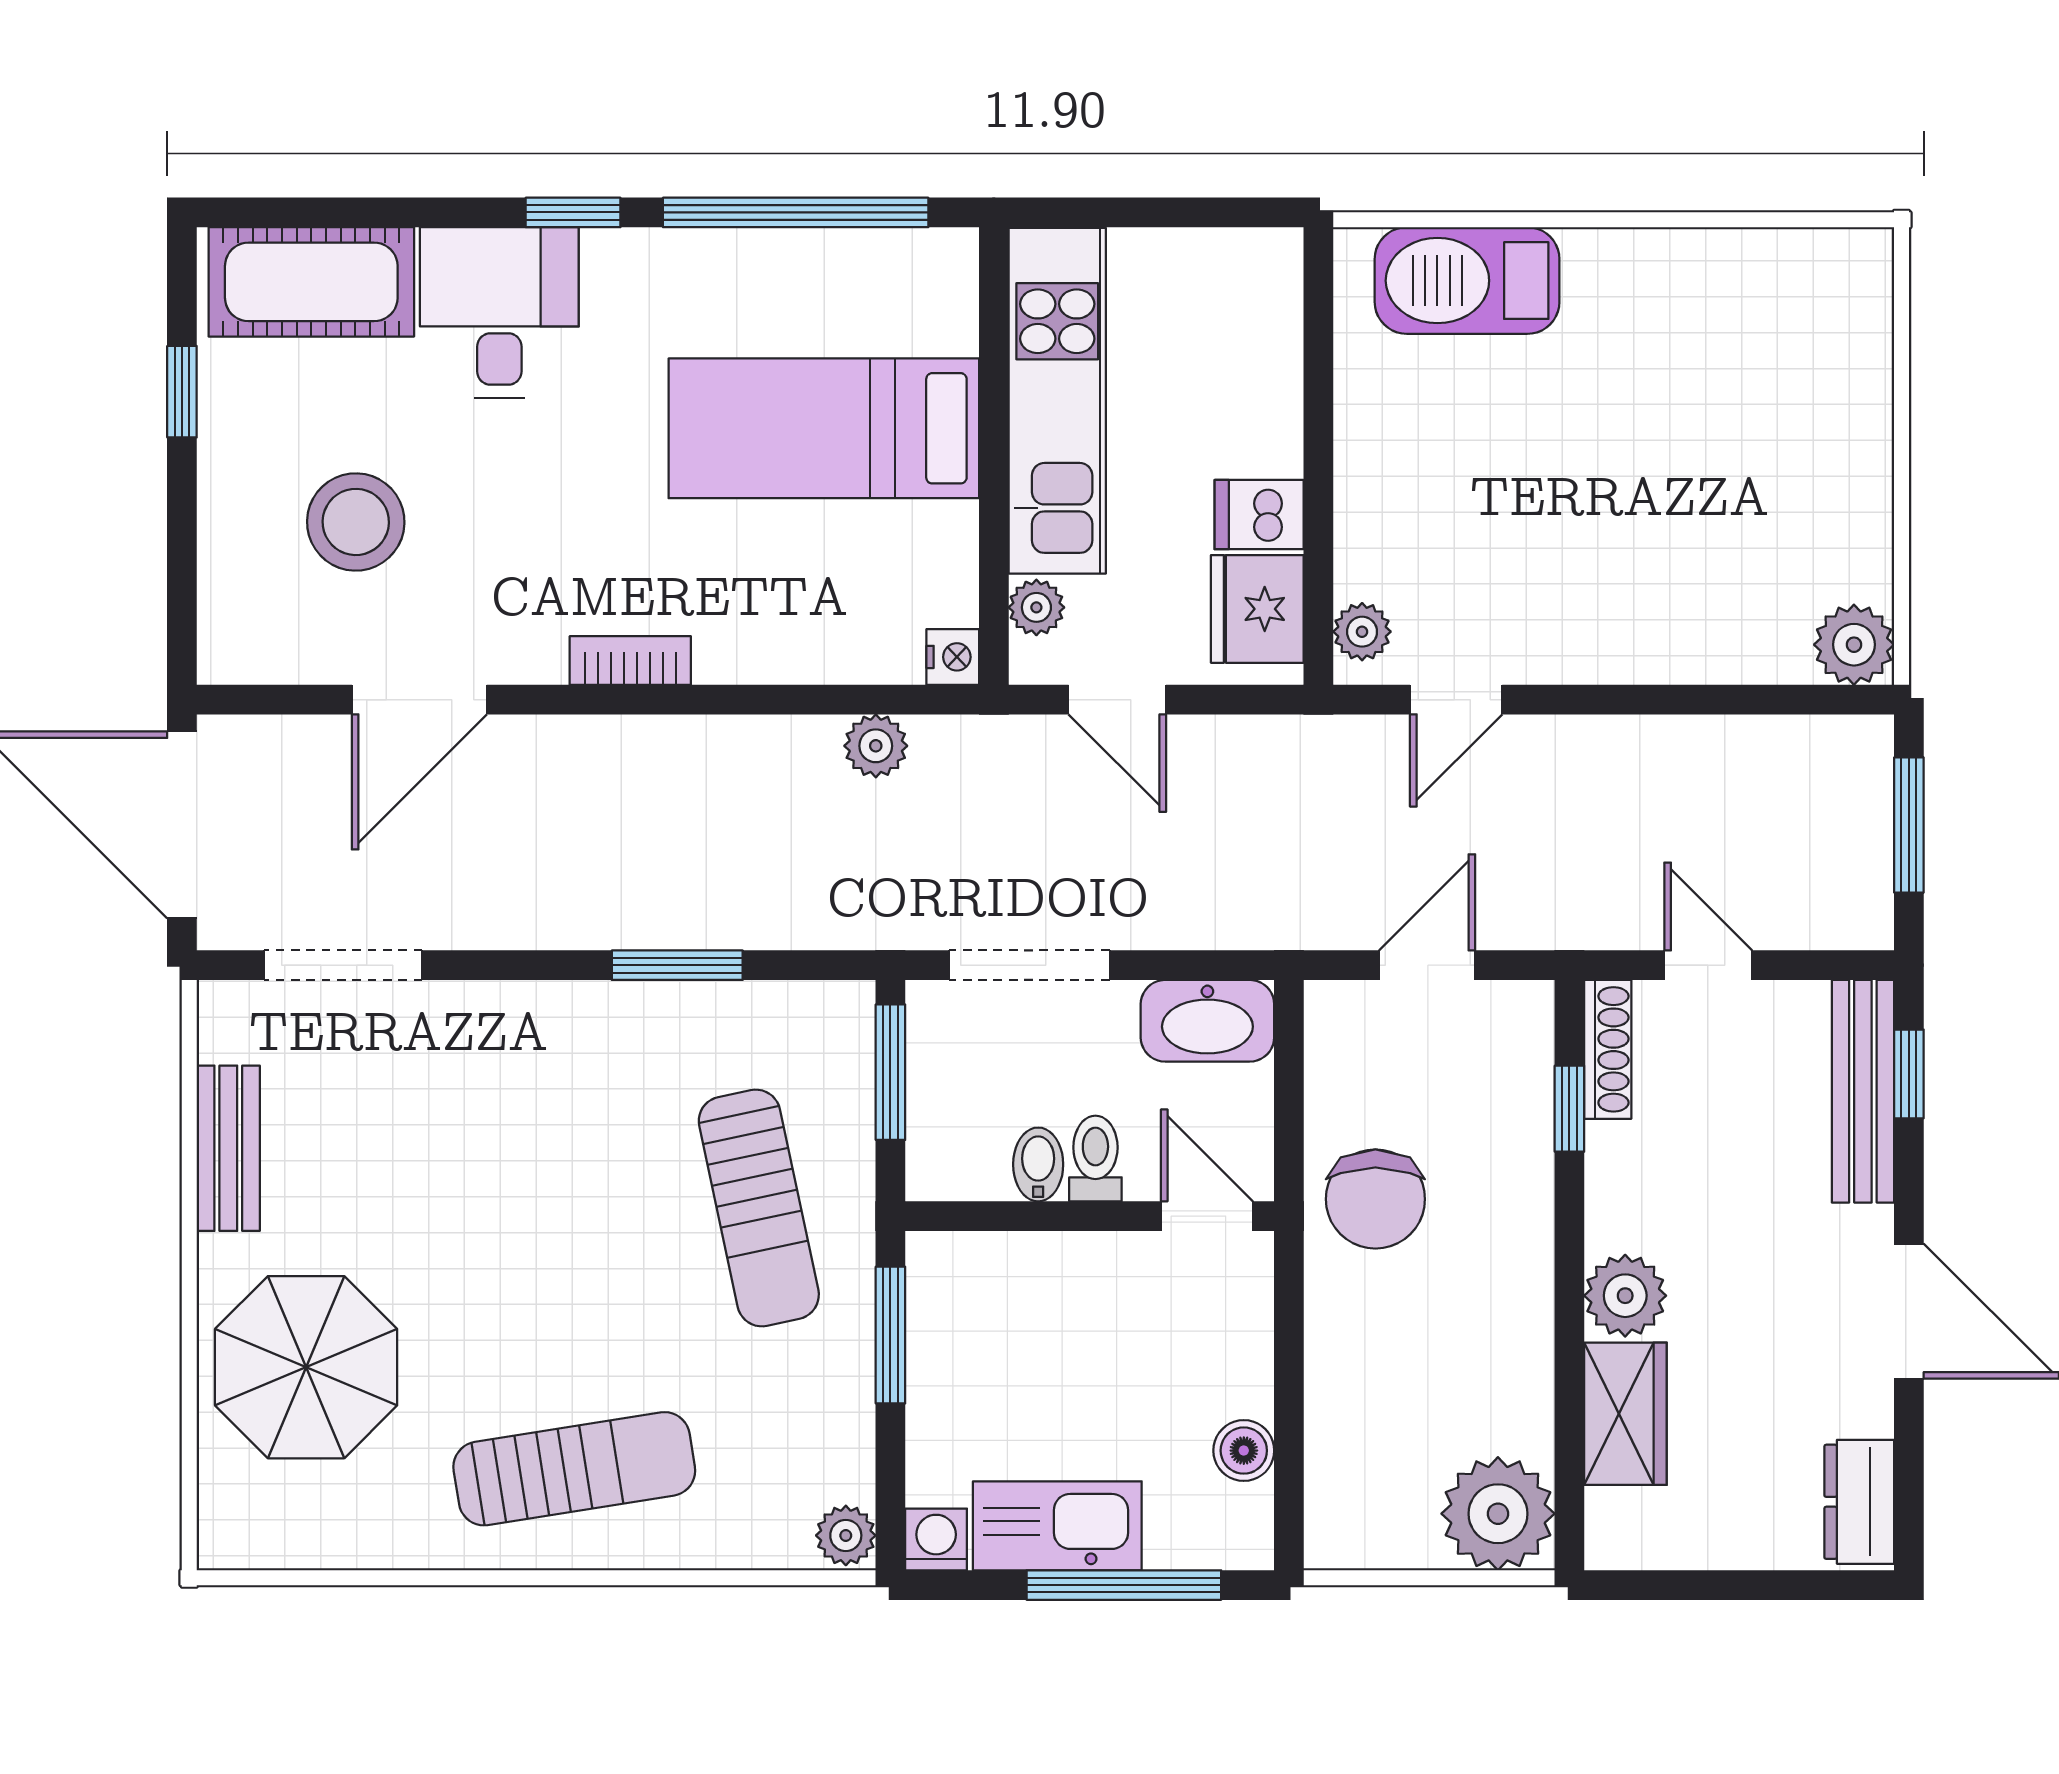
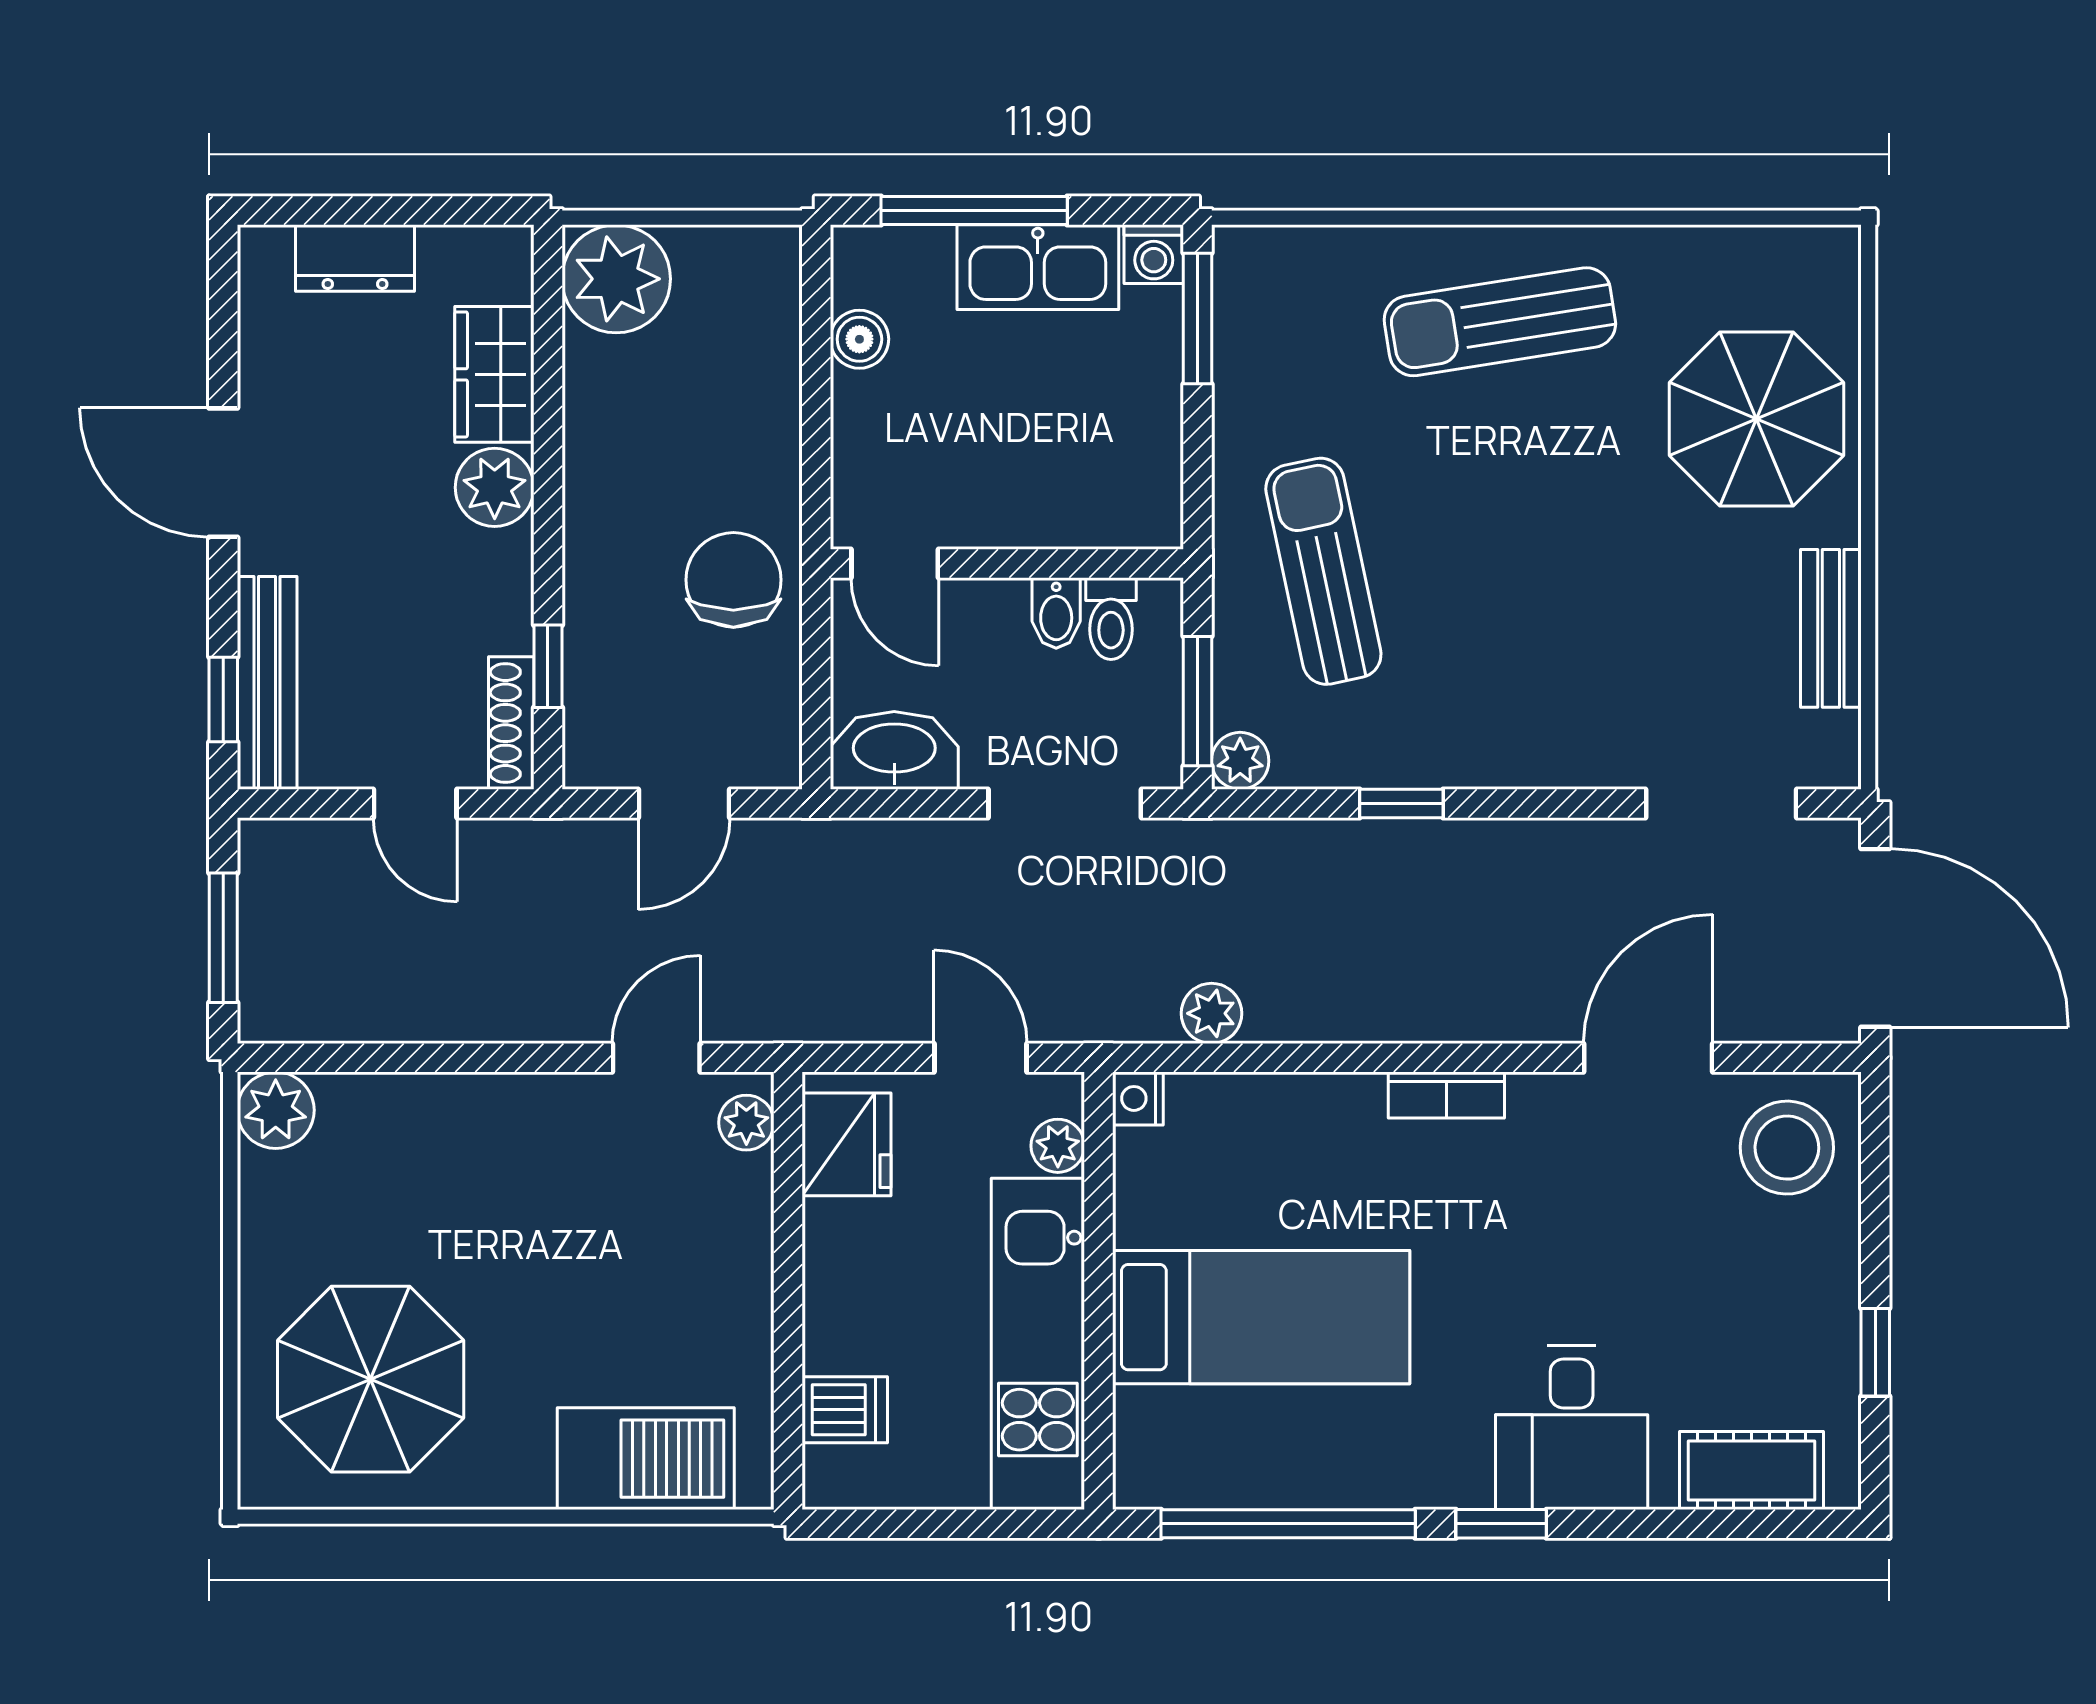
cot: (311, 282) -> (1751, 1471), width x0.73, depth x0.75
parasol: (1755, 364) -> (371, 1379), added
dishwasher: (1259, 515) -> (845, 1410), moved
stool: (356, 522) -> (1787, 1148), moved
window: (677, 965) -> (1401, 804), width x0.67
toilet: (1095, 1159) -> (1111, 619), moved
window: (890, 1335) -> (1197, 318), moved
dresser: (1859, 1502) -> (355, 258), moved, turned 90
plant: (846, 1535) -> (1240, 761), moved

